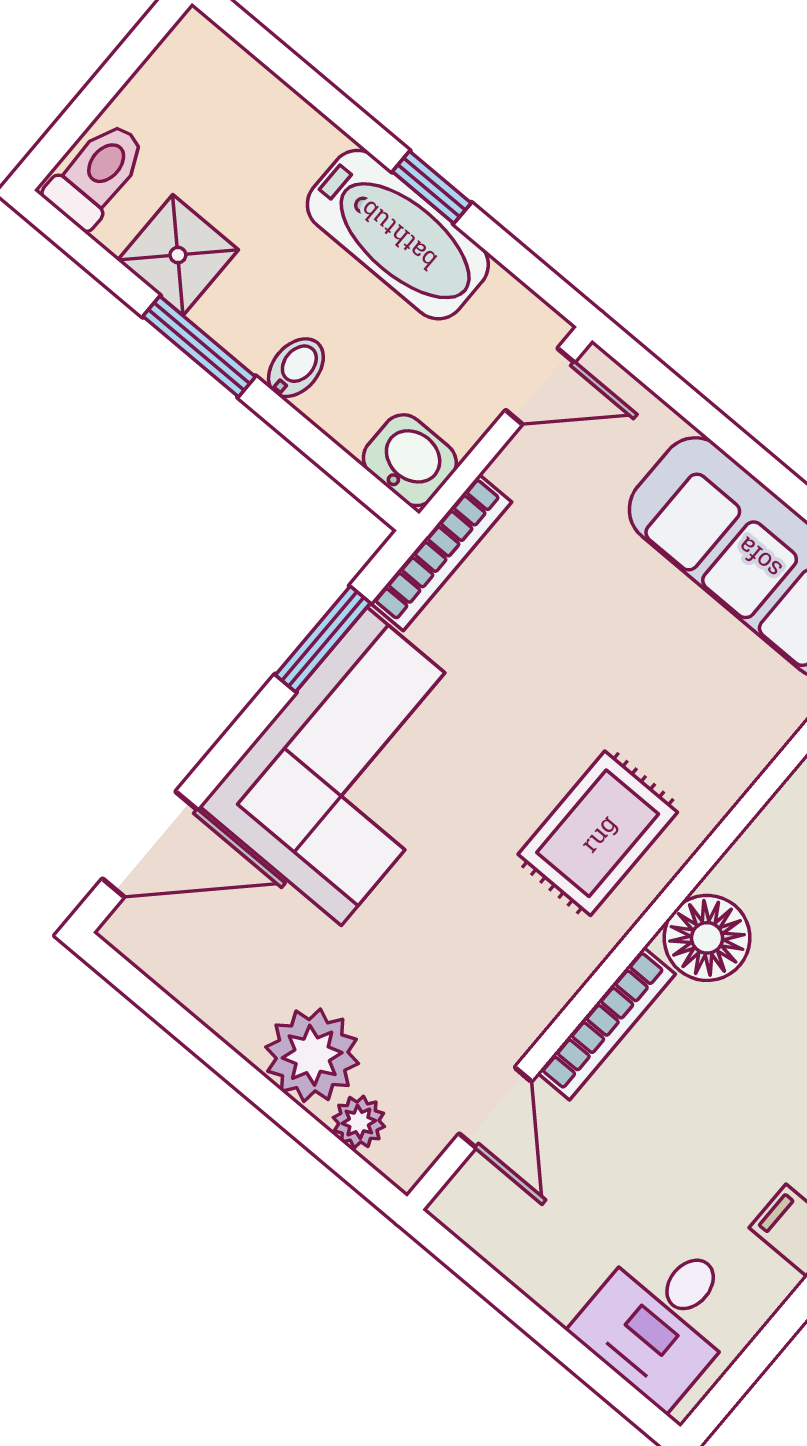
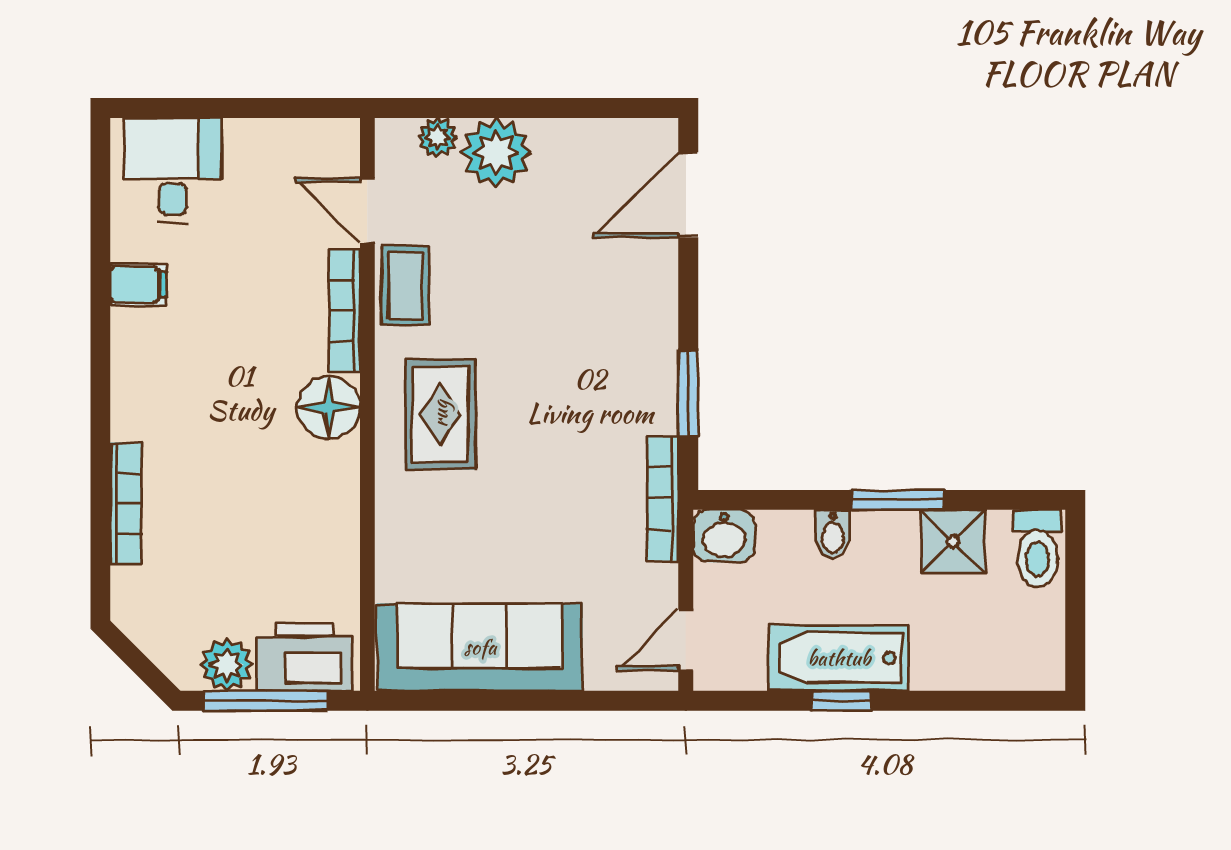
corner sofa: (354, 766) -> (610, 336), removed
coffee table: (522, 997) -> (405, 286), added

